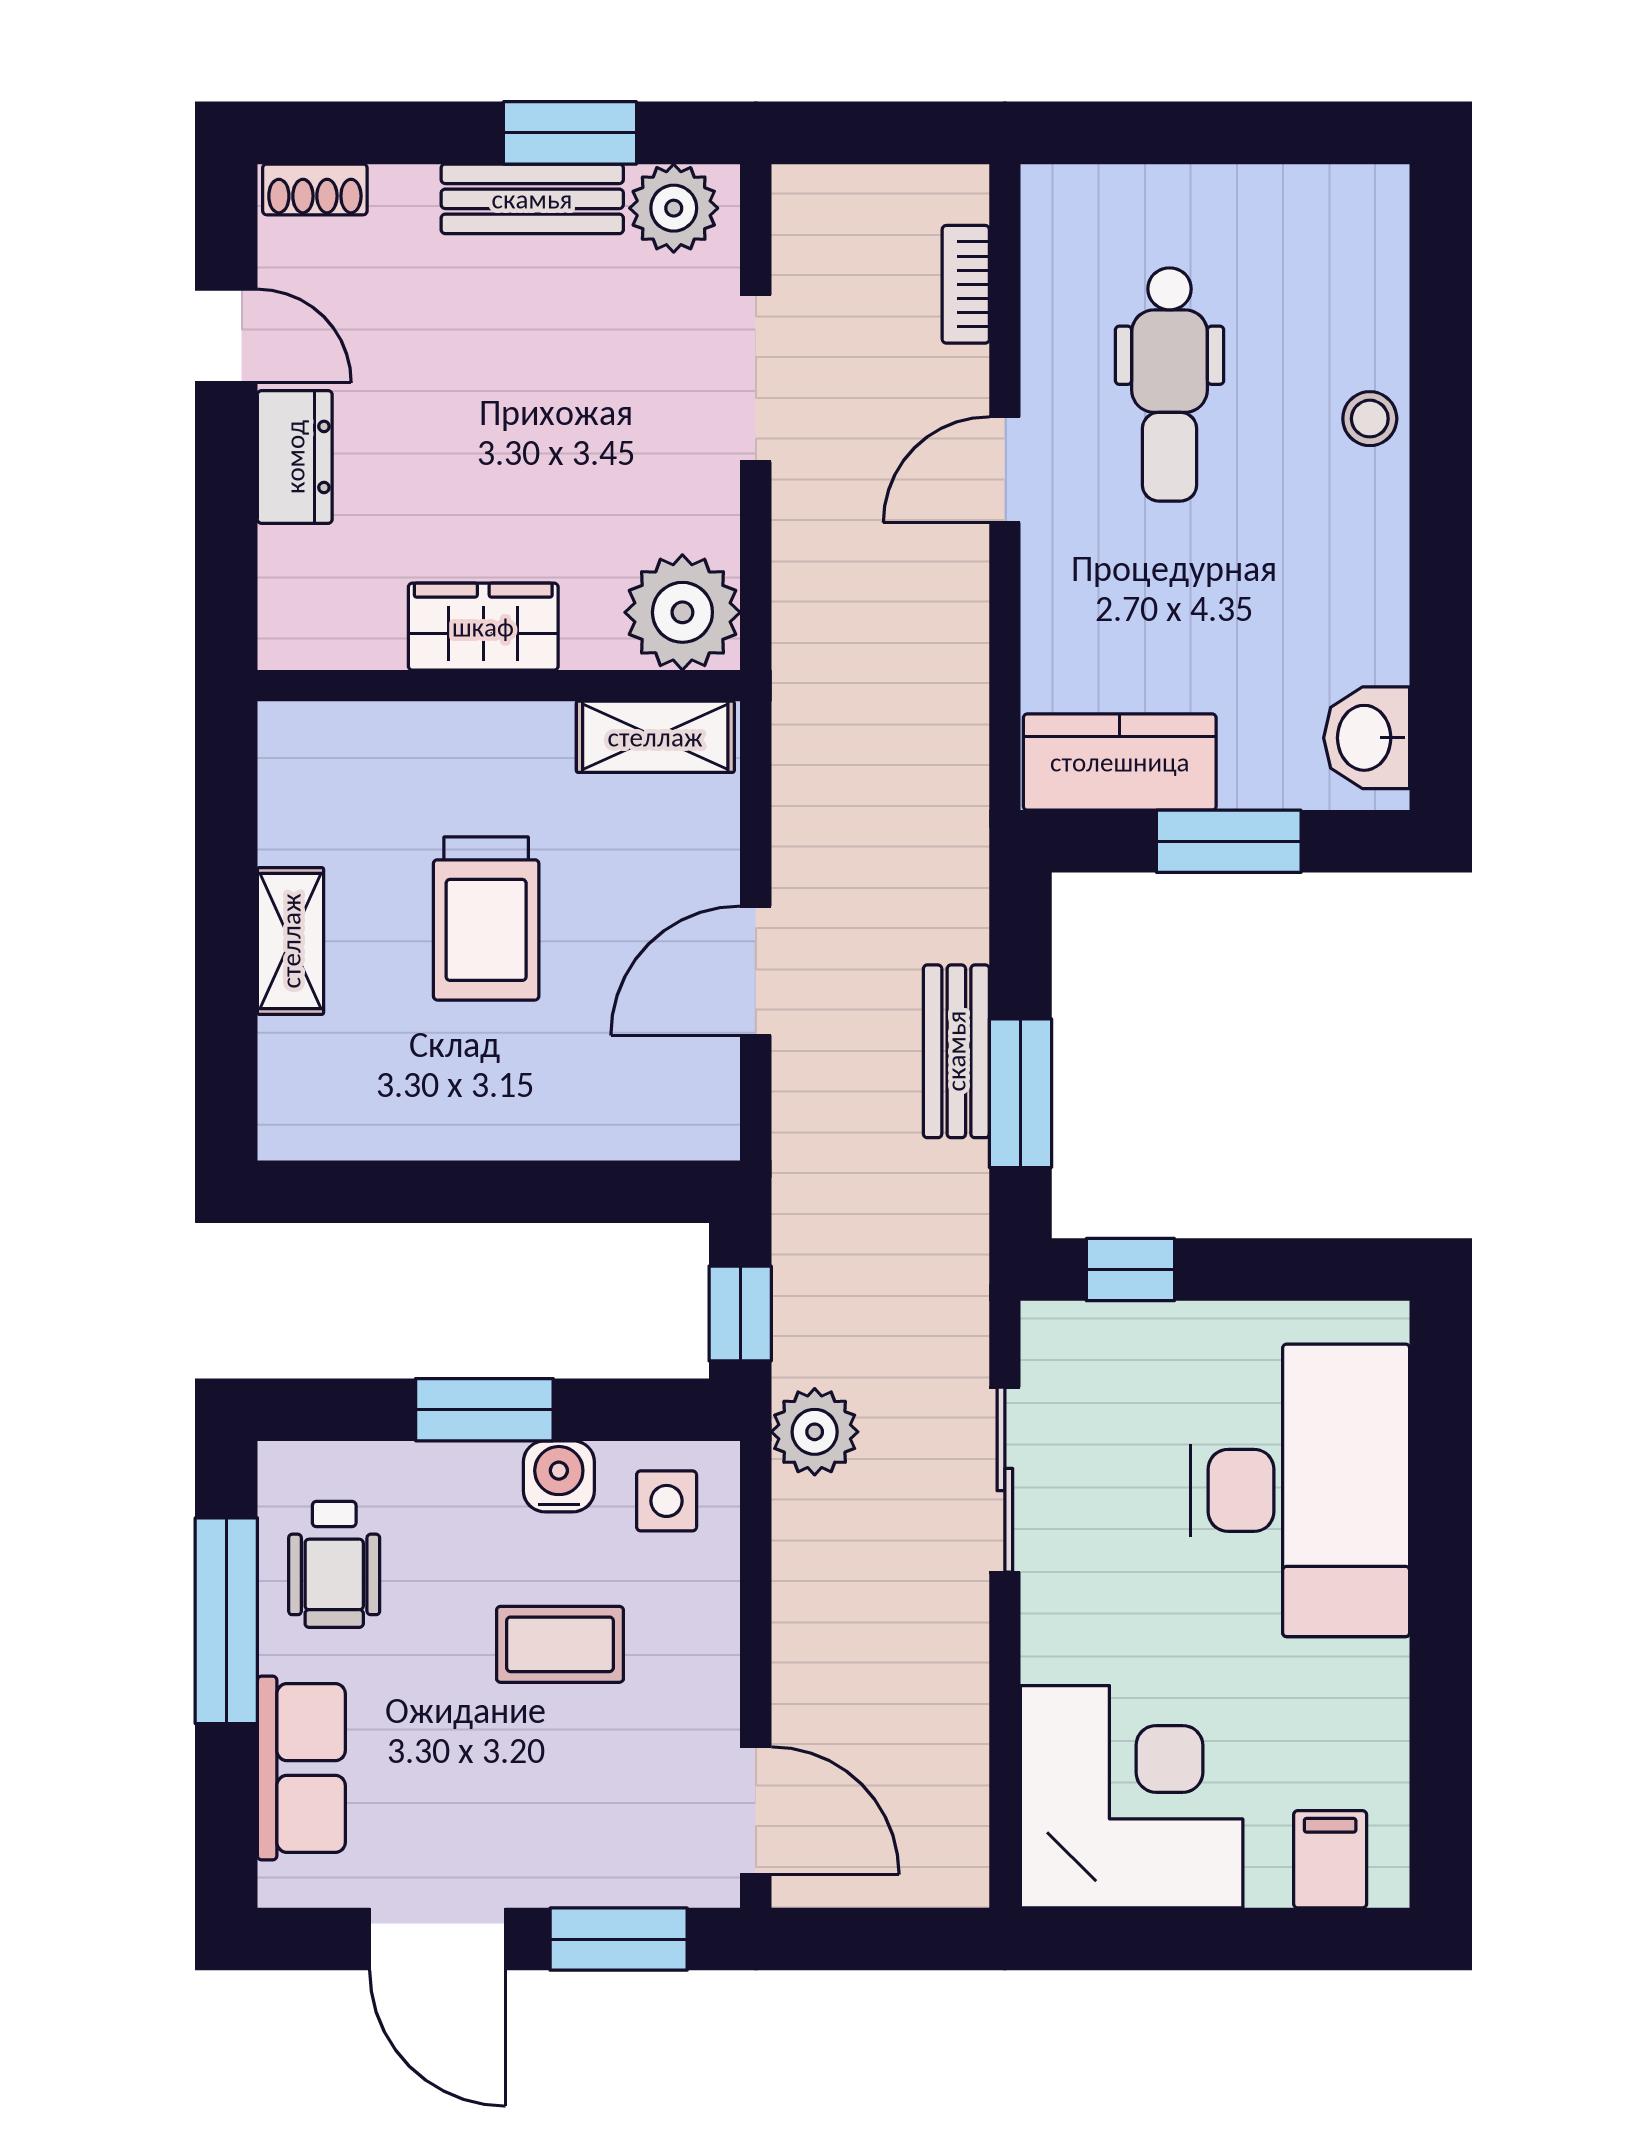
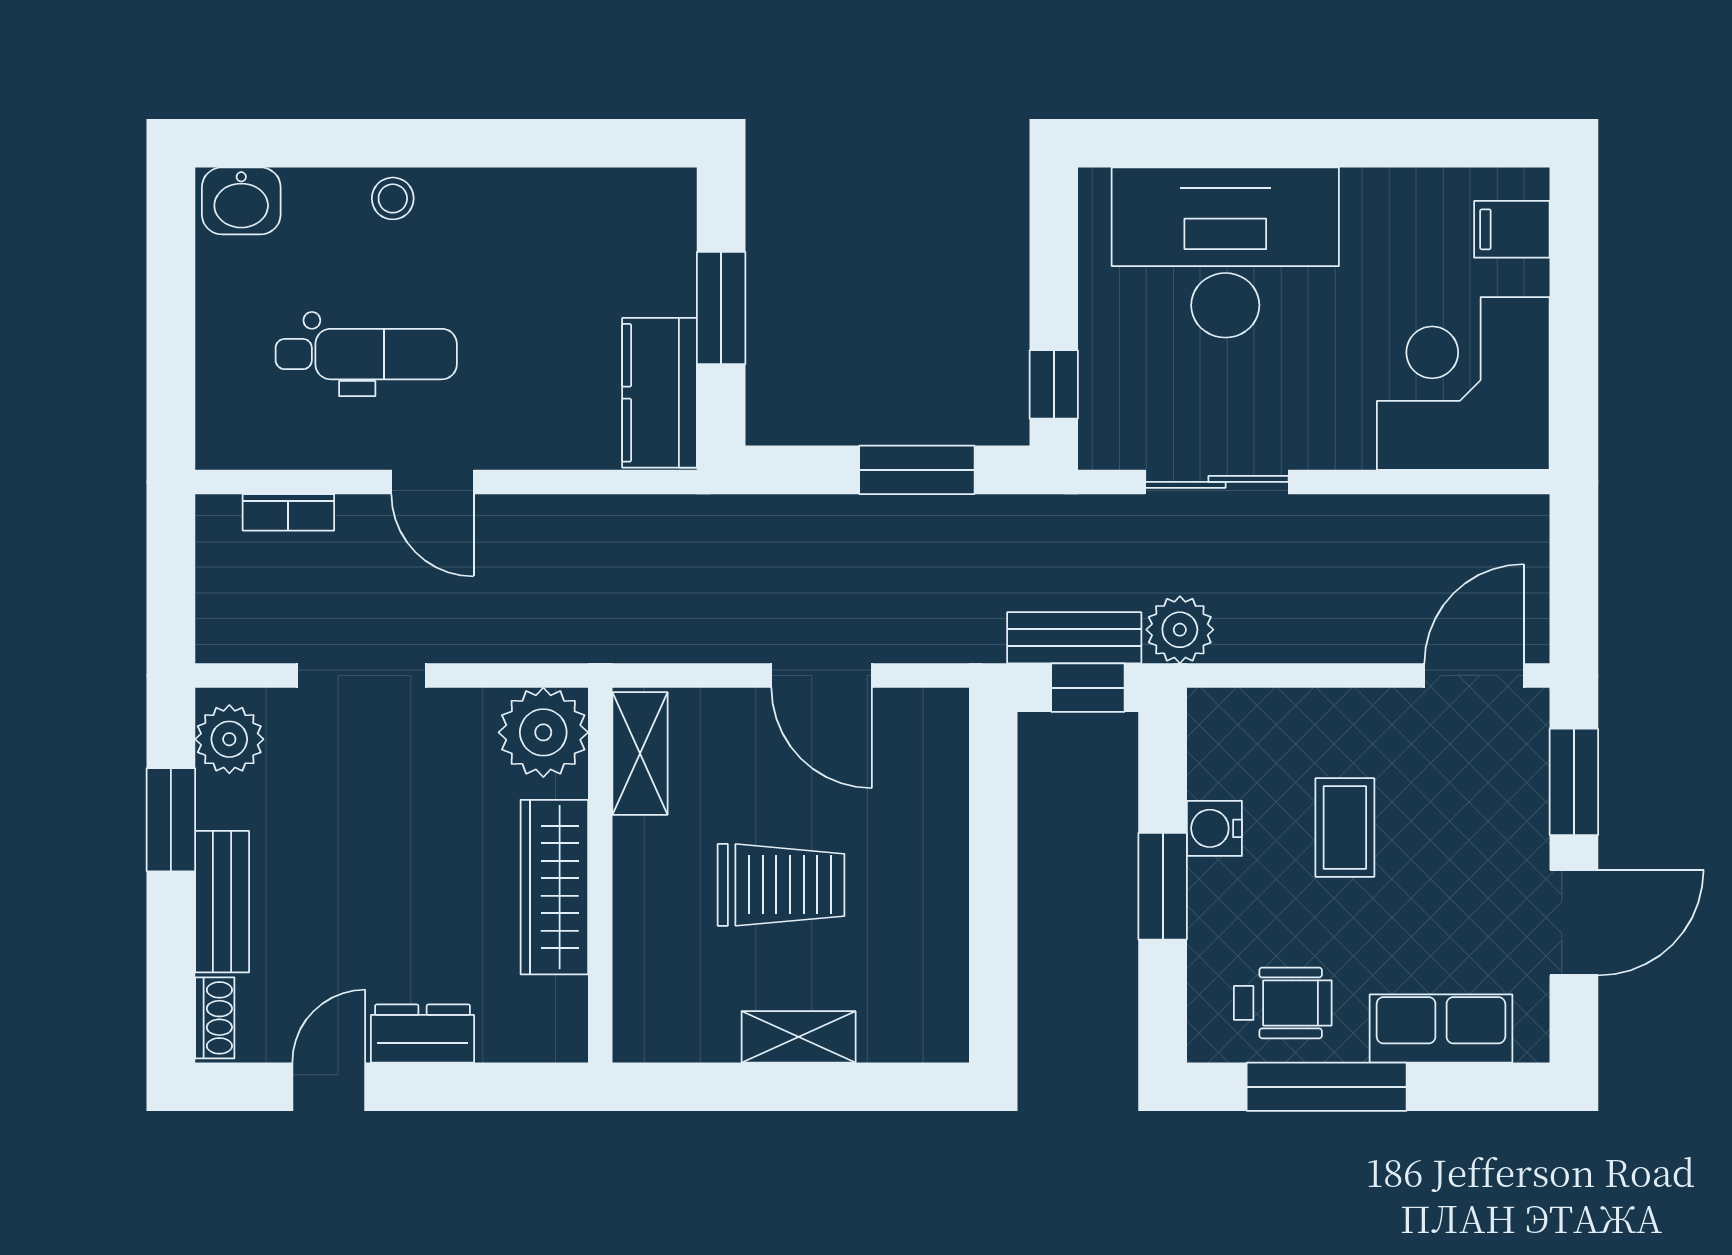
bench: (532, 199) -> (222, 902), moved
wardrobe: (483, 627) -> (554, 887), width x1.50
washbasin: (1367, 738) -> (241, 201), moved
bench: (956, 1051) -> (1074, 638), moved
side table: (667, 1501) -> (1233, 745), removed

